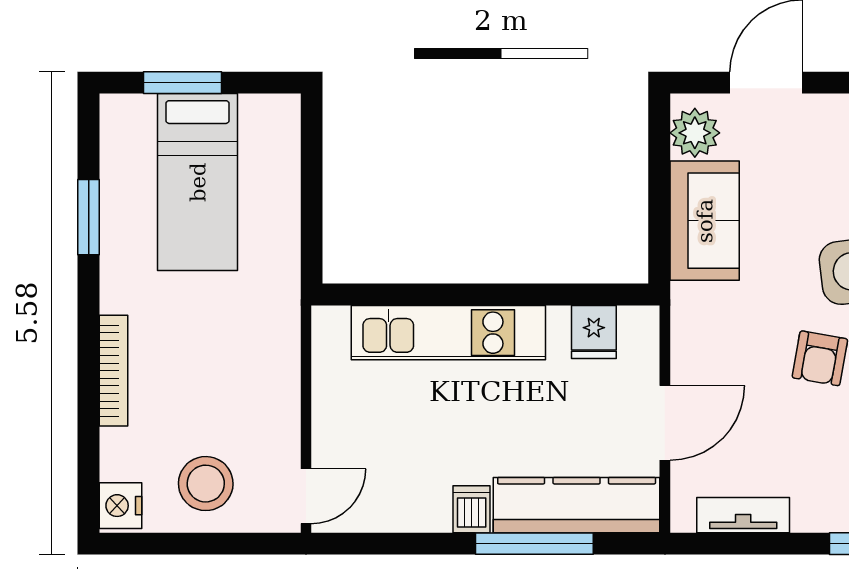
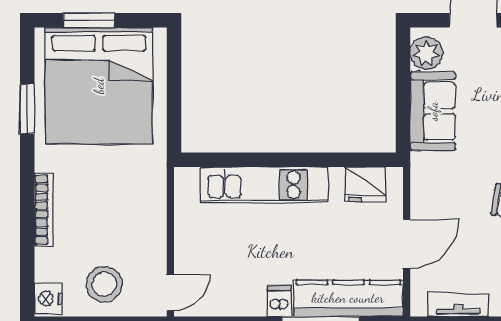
bed: (198, 182) -> (99, 86), width x2.04
fridge: (594, 332) -> (365, 184), width x1.38

